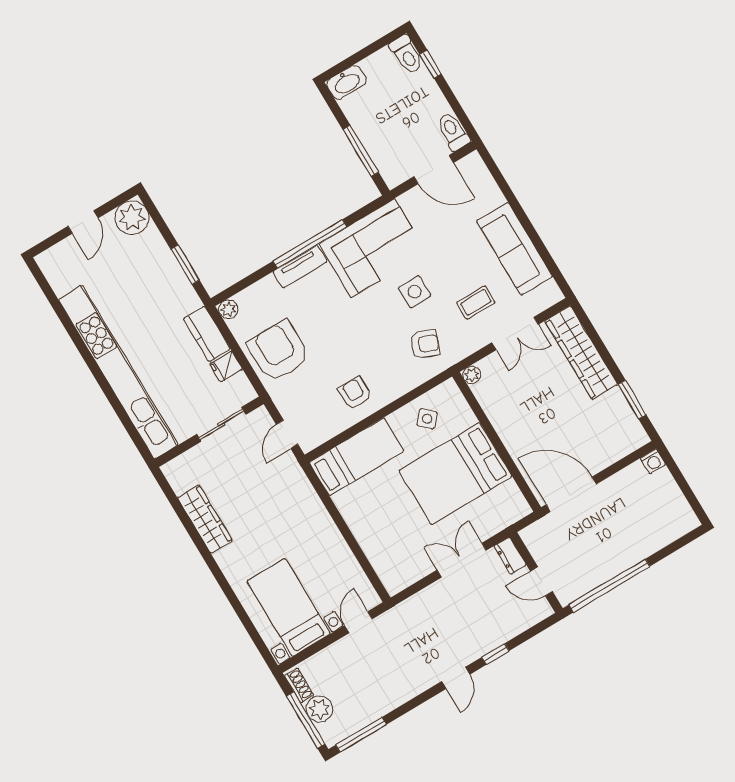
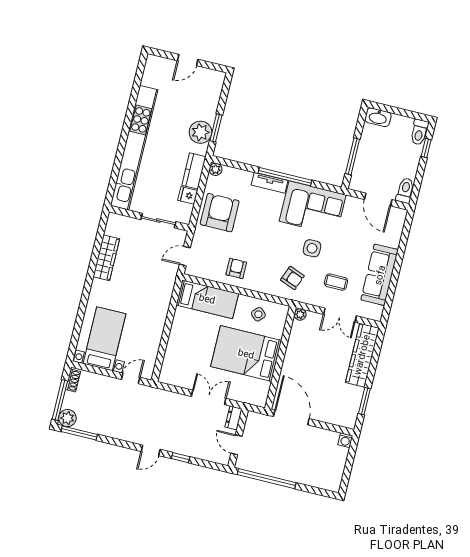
plant: (132, 217) -> (200, 132), moved
plant: (319, 709) -> (67, 418), moved

